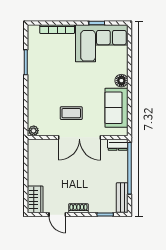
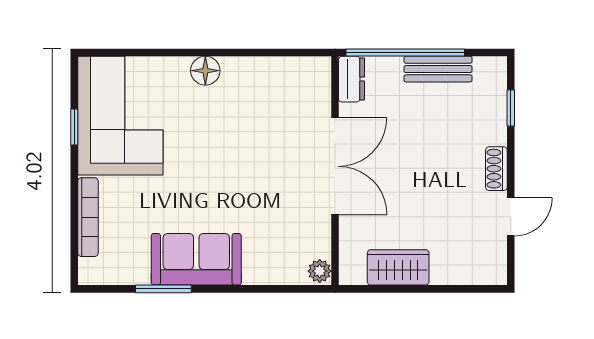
sofa: (116, 108) -> (196, 259), moved, turned 180
coffee table: (71, 113) -> (279, 185), removed
bench: (122, 198) -> (438, 69), moved
wardrobe: (35, 199) -> (398, 267), moved

